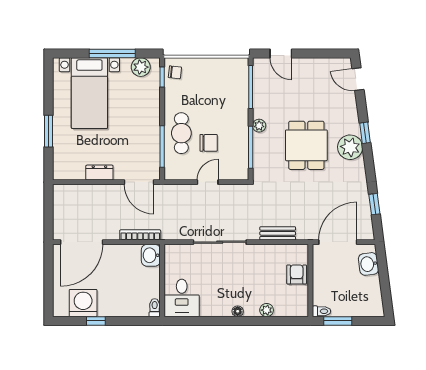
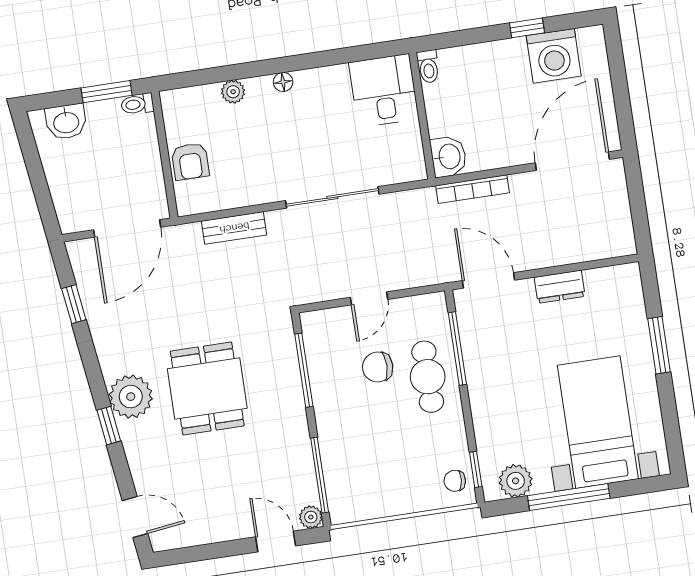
plant: (259, 126) -> (311, 517), moved
washbasin: (368, 264) -> (66, 122), moved, turned 97

